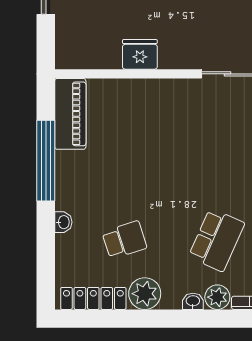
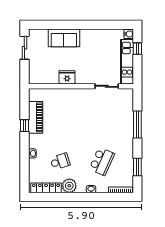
piano: (70, 114) -> (36, 117), moved
window: (46, 161) -> (24, 126), width x0.32
plant: (217, 297) -> (102, 187), removed

